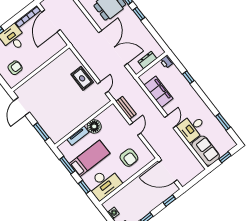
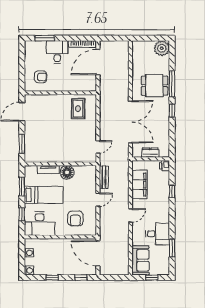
rug: (82, 78) -> (78, 109), moved
desk: (192, 128) -> (158, 234), moved, turned 180

